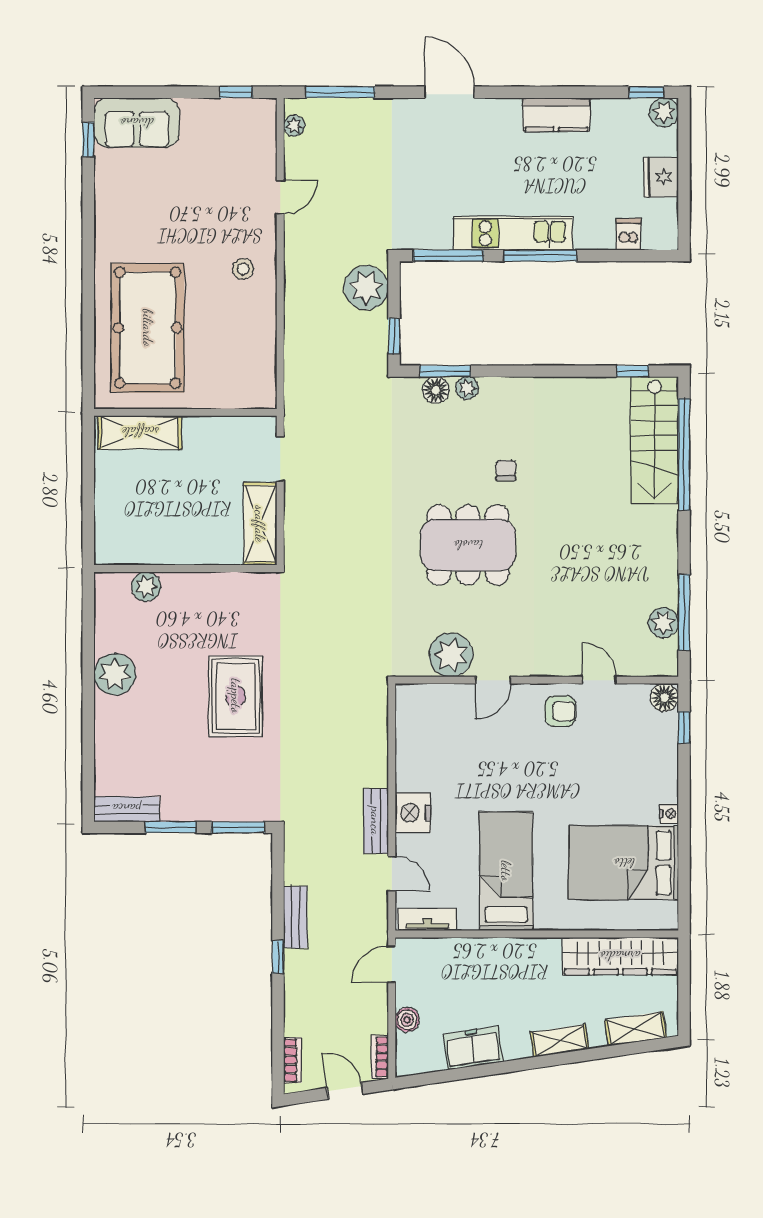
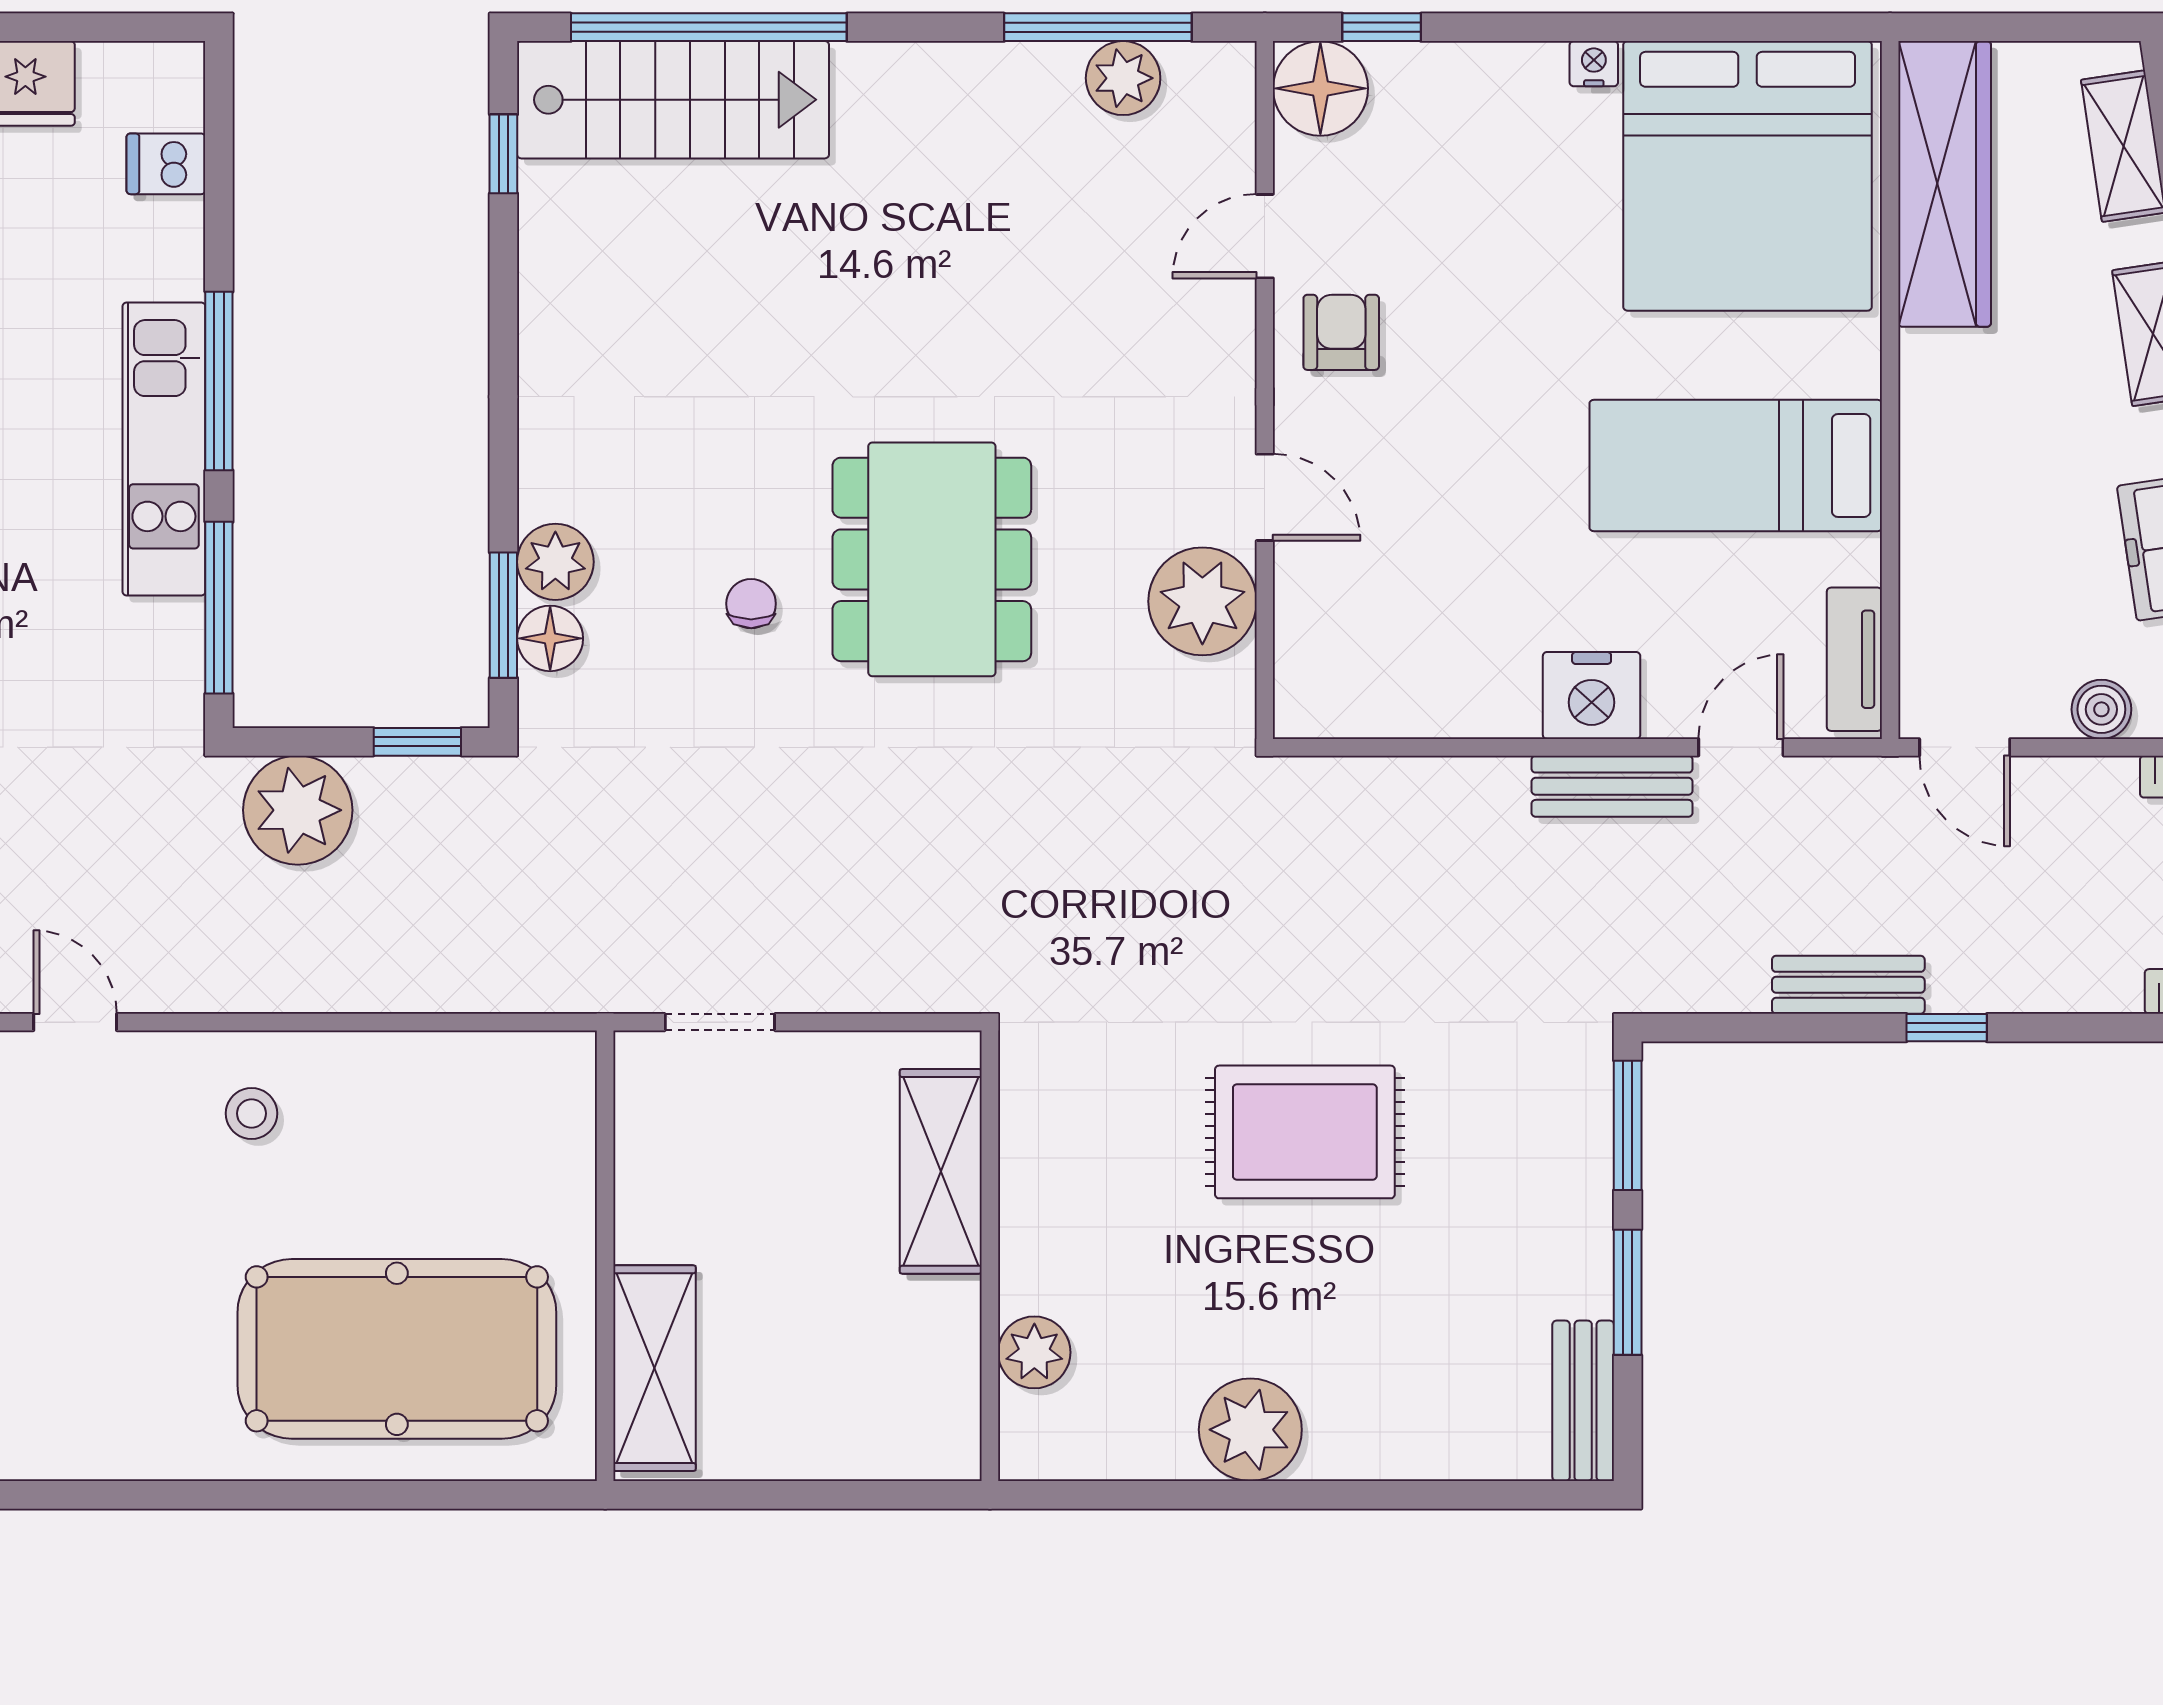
plant: (467, 388) -> (555, 562), width x1.38, depth x1.38
chair: (506, 470) -> (751, 604), moved, turned 90
shelving: (260, 524) -> (941, 1171), moved, turned 90
floor lamp: (664, 698) -> (1320, 88), width x1.38, depth x1.38
bed: (624, 863) -> (1748, 176), width x1.36

